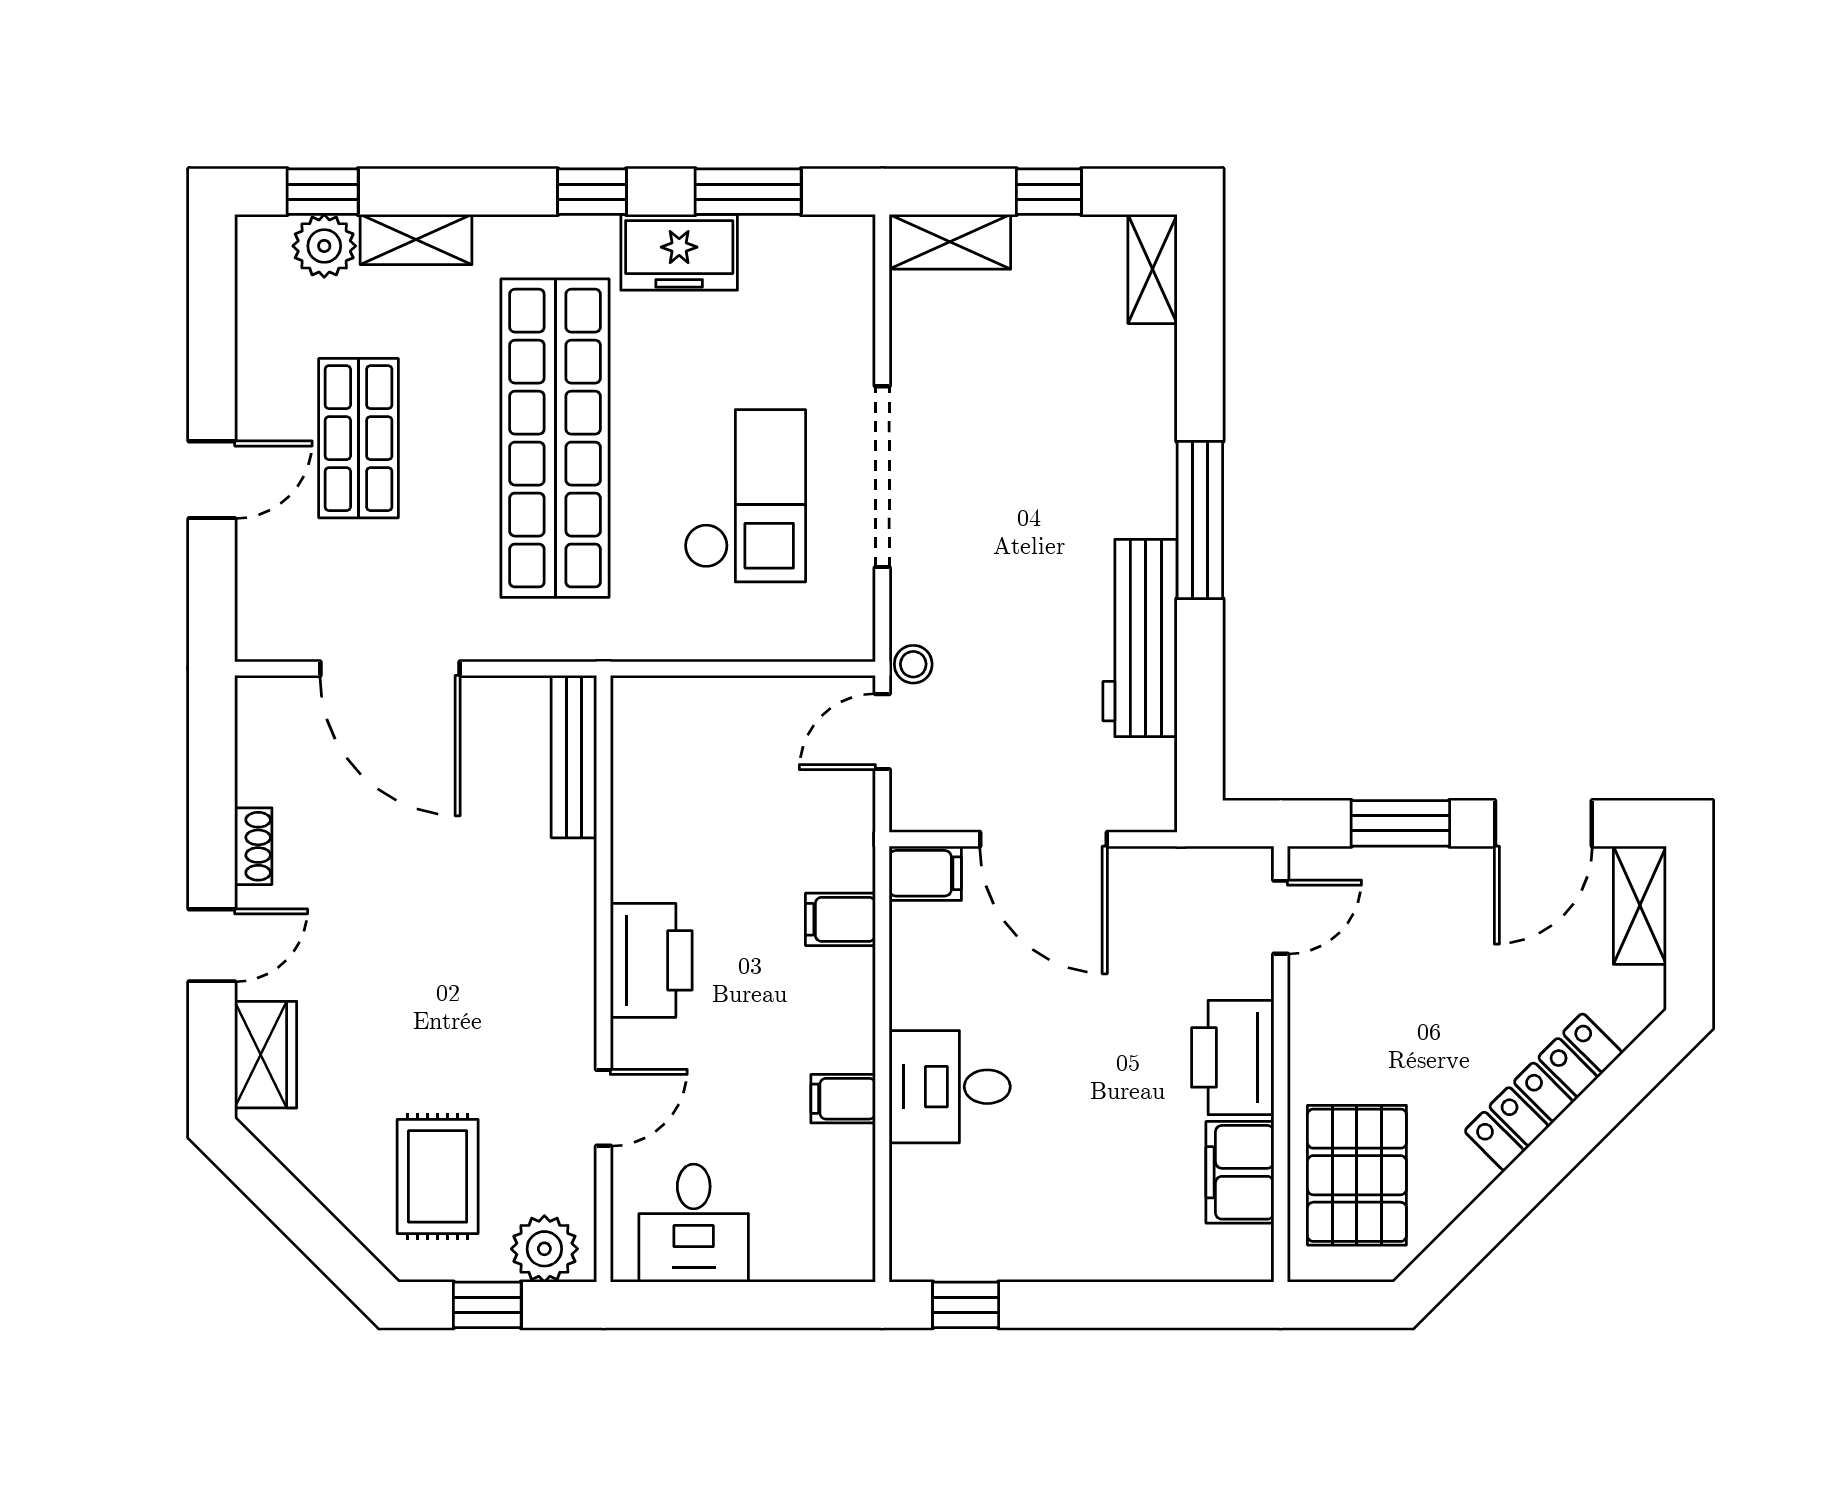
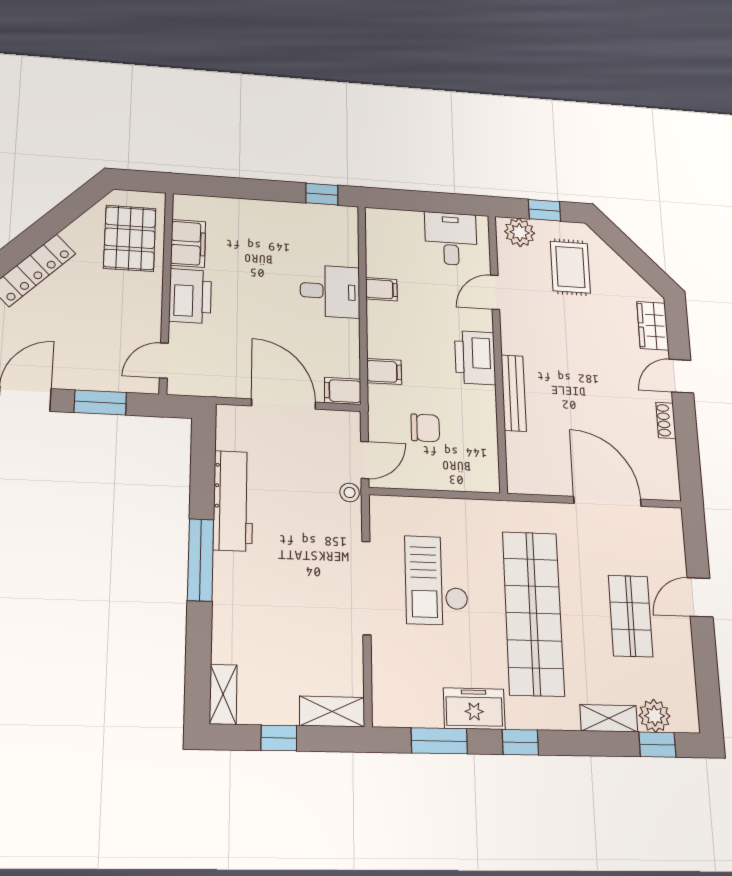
bench: (574, 757) -> (514, 393), moved
chair: (759, 804) -> (425, 428), added

